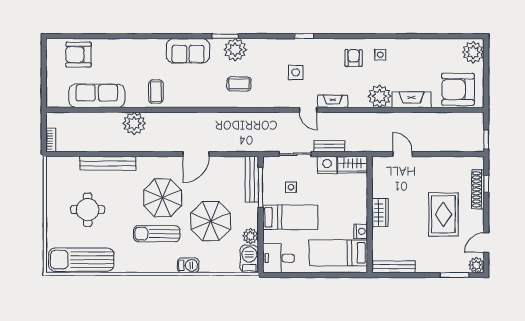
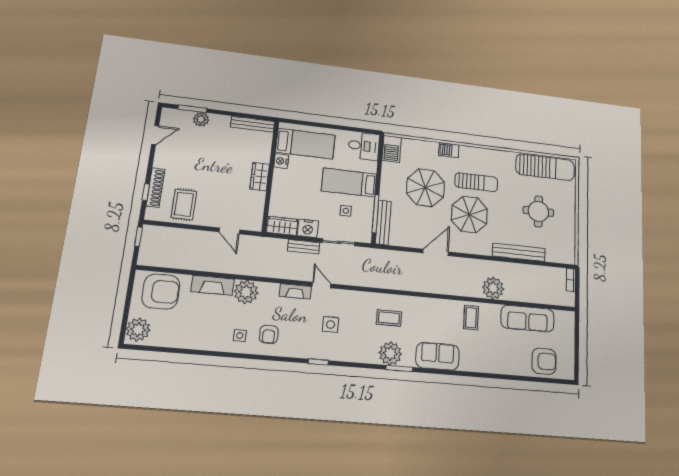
rug: (443, 214) -> (184, 204), moved, width x0.73, depth x0.70
plant: (251, 236) -> (389, 170), removed
plant: (476, 265) -> (201, 119), moved

